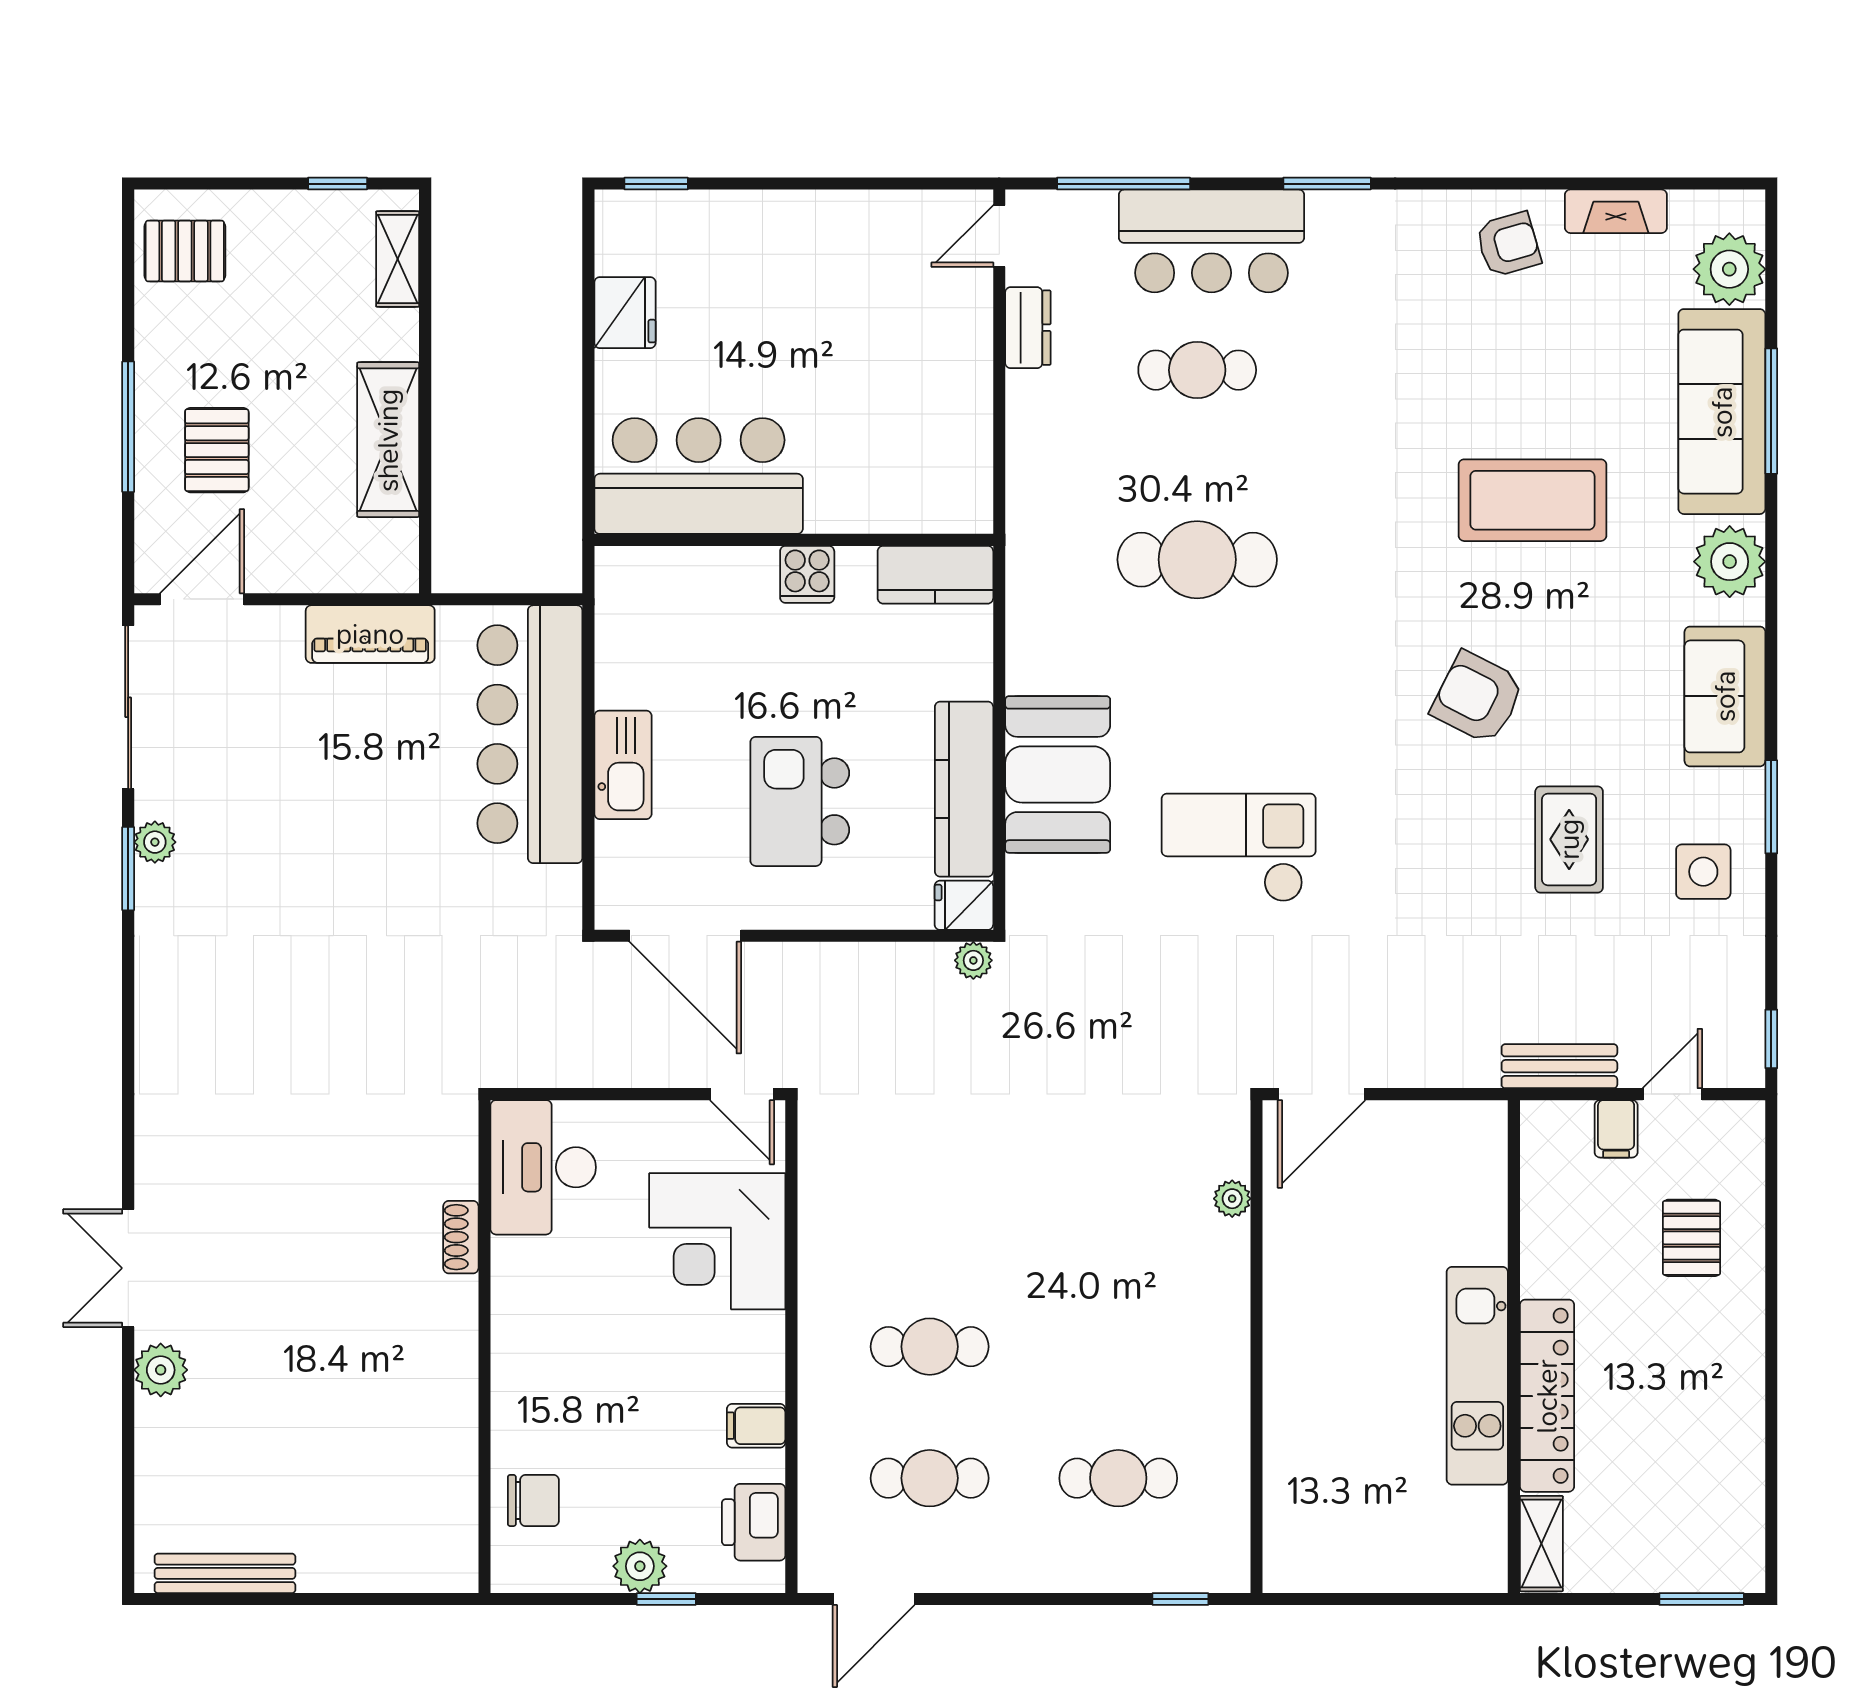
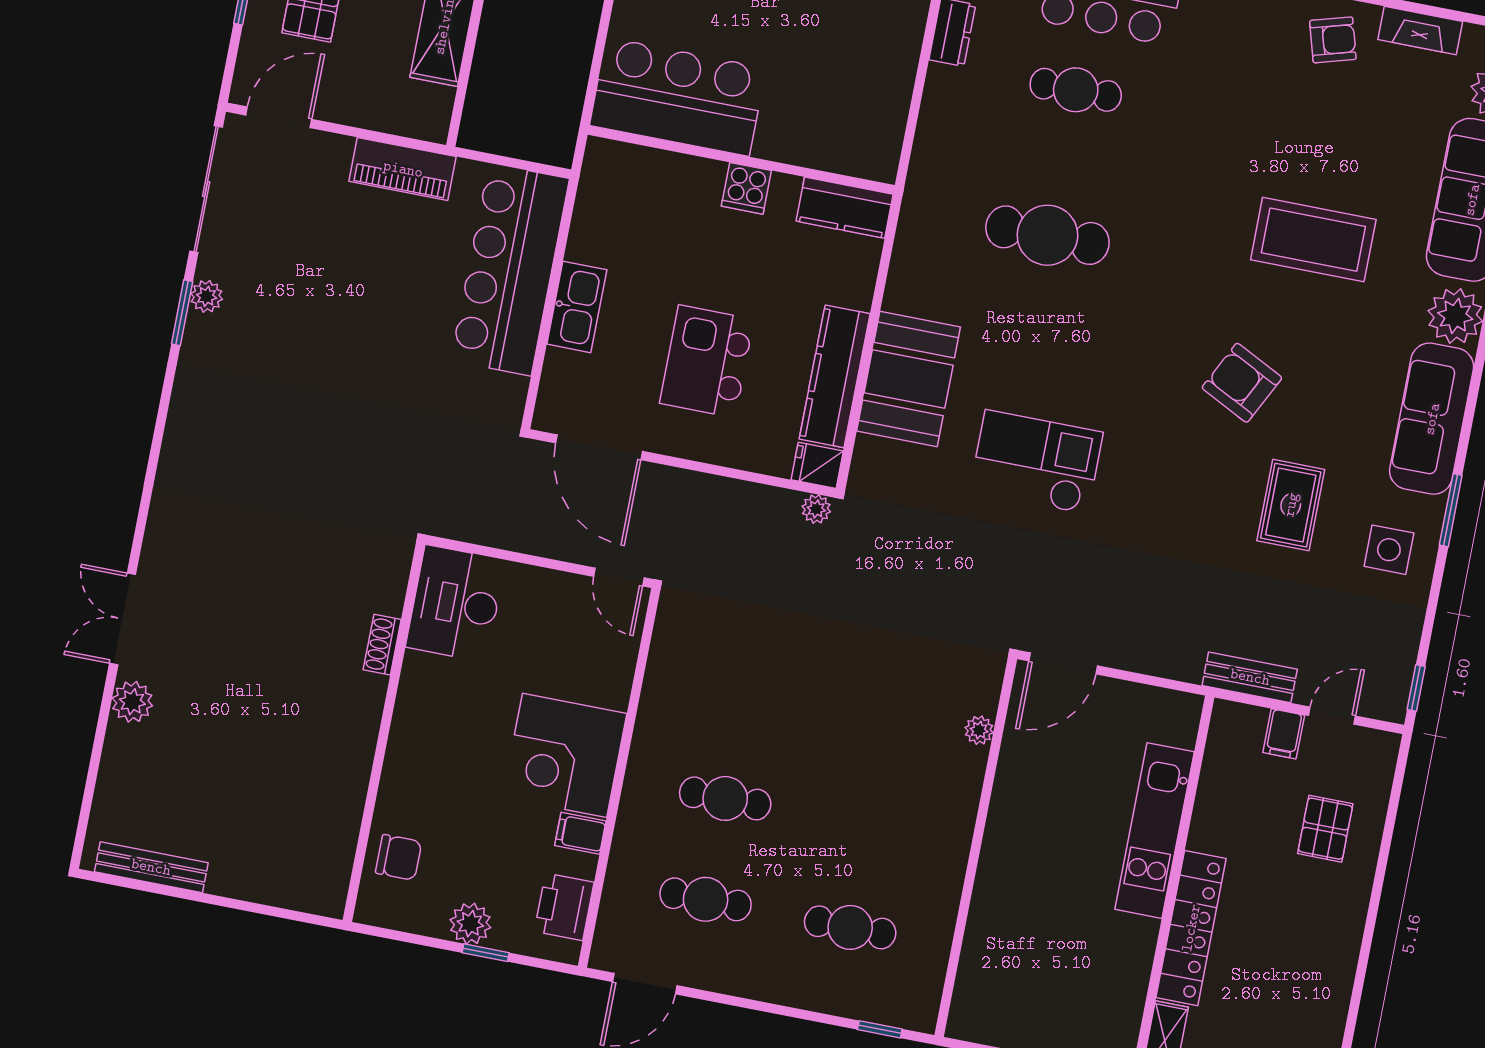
sofa: (1725, 696) -> (1432, 419), width x1.36
corner desk: (717, 1241) -> (565, 755), moved
kitchen unit: (1477, 1376) -> (1155, 831), moved

